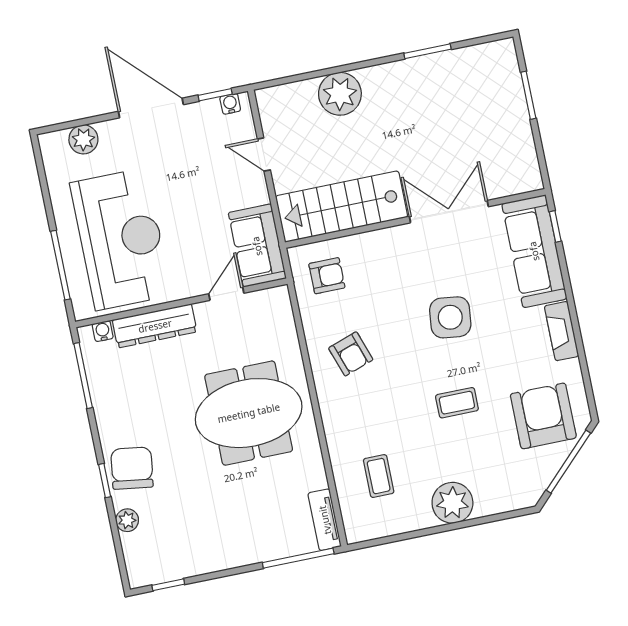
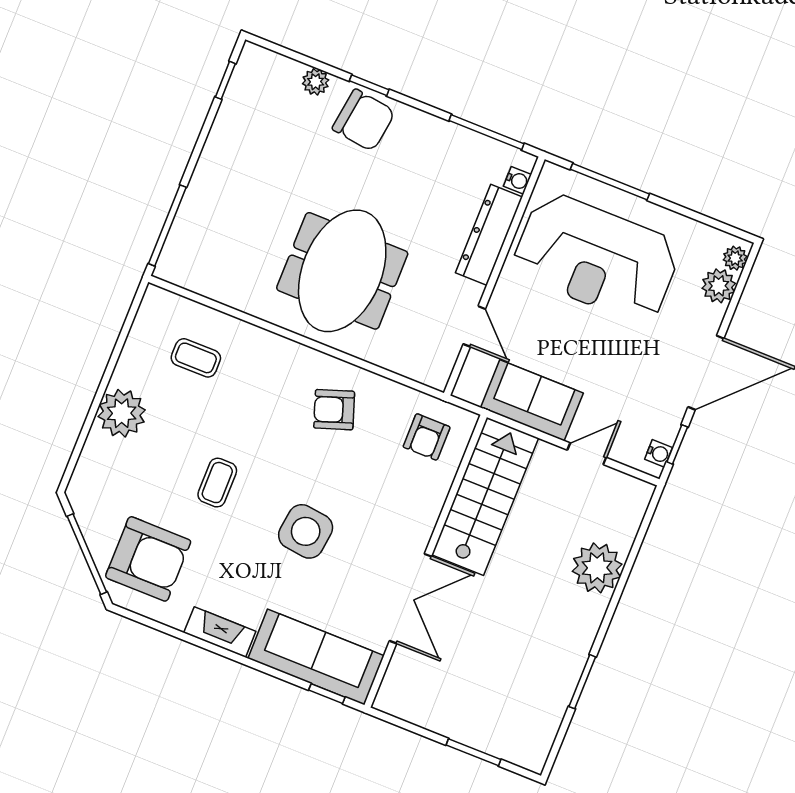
plant: (56, 141) -> (735, 258), added
sofa: (257, 246) -> (532, 400), moved
tv unit: (325, 520) -> (188, 276), removed

